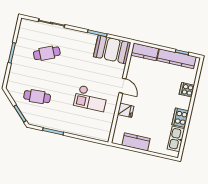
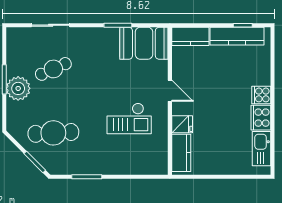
plant: (20, 61) -> (18, 88), added
cooker: (187, 90) -> (261, 95), moved
cafe table: (37, 97) -> (53, 133), width x1.37, depth x1.35
kitchen counter: (136, 142) -> (181, 153), moved, turned 90

